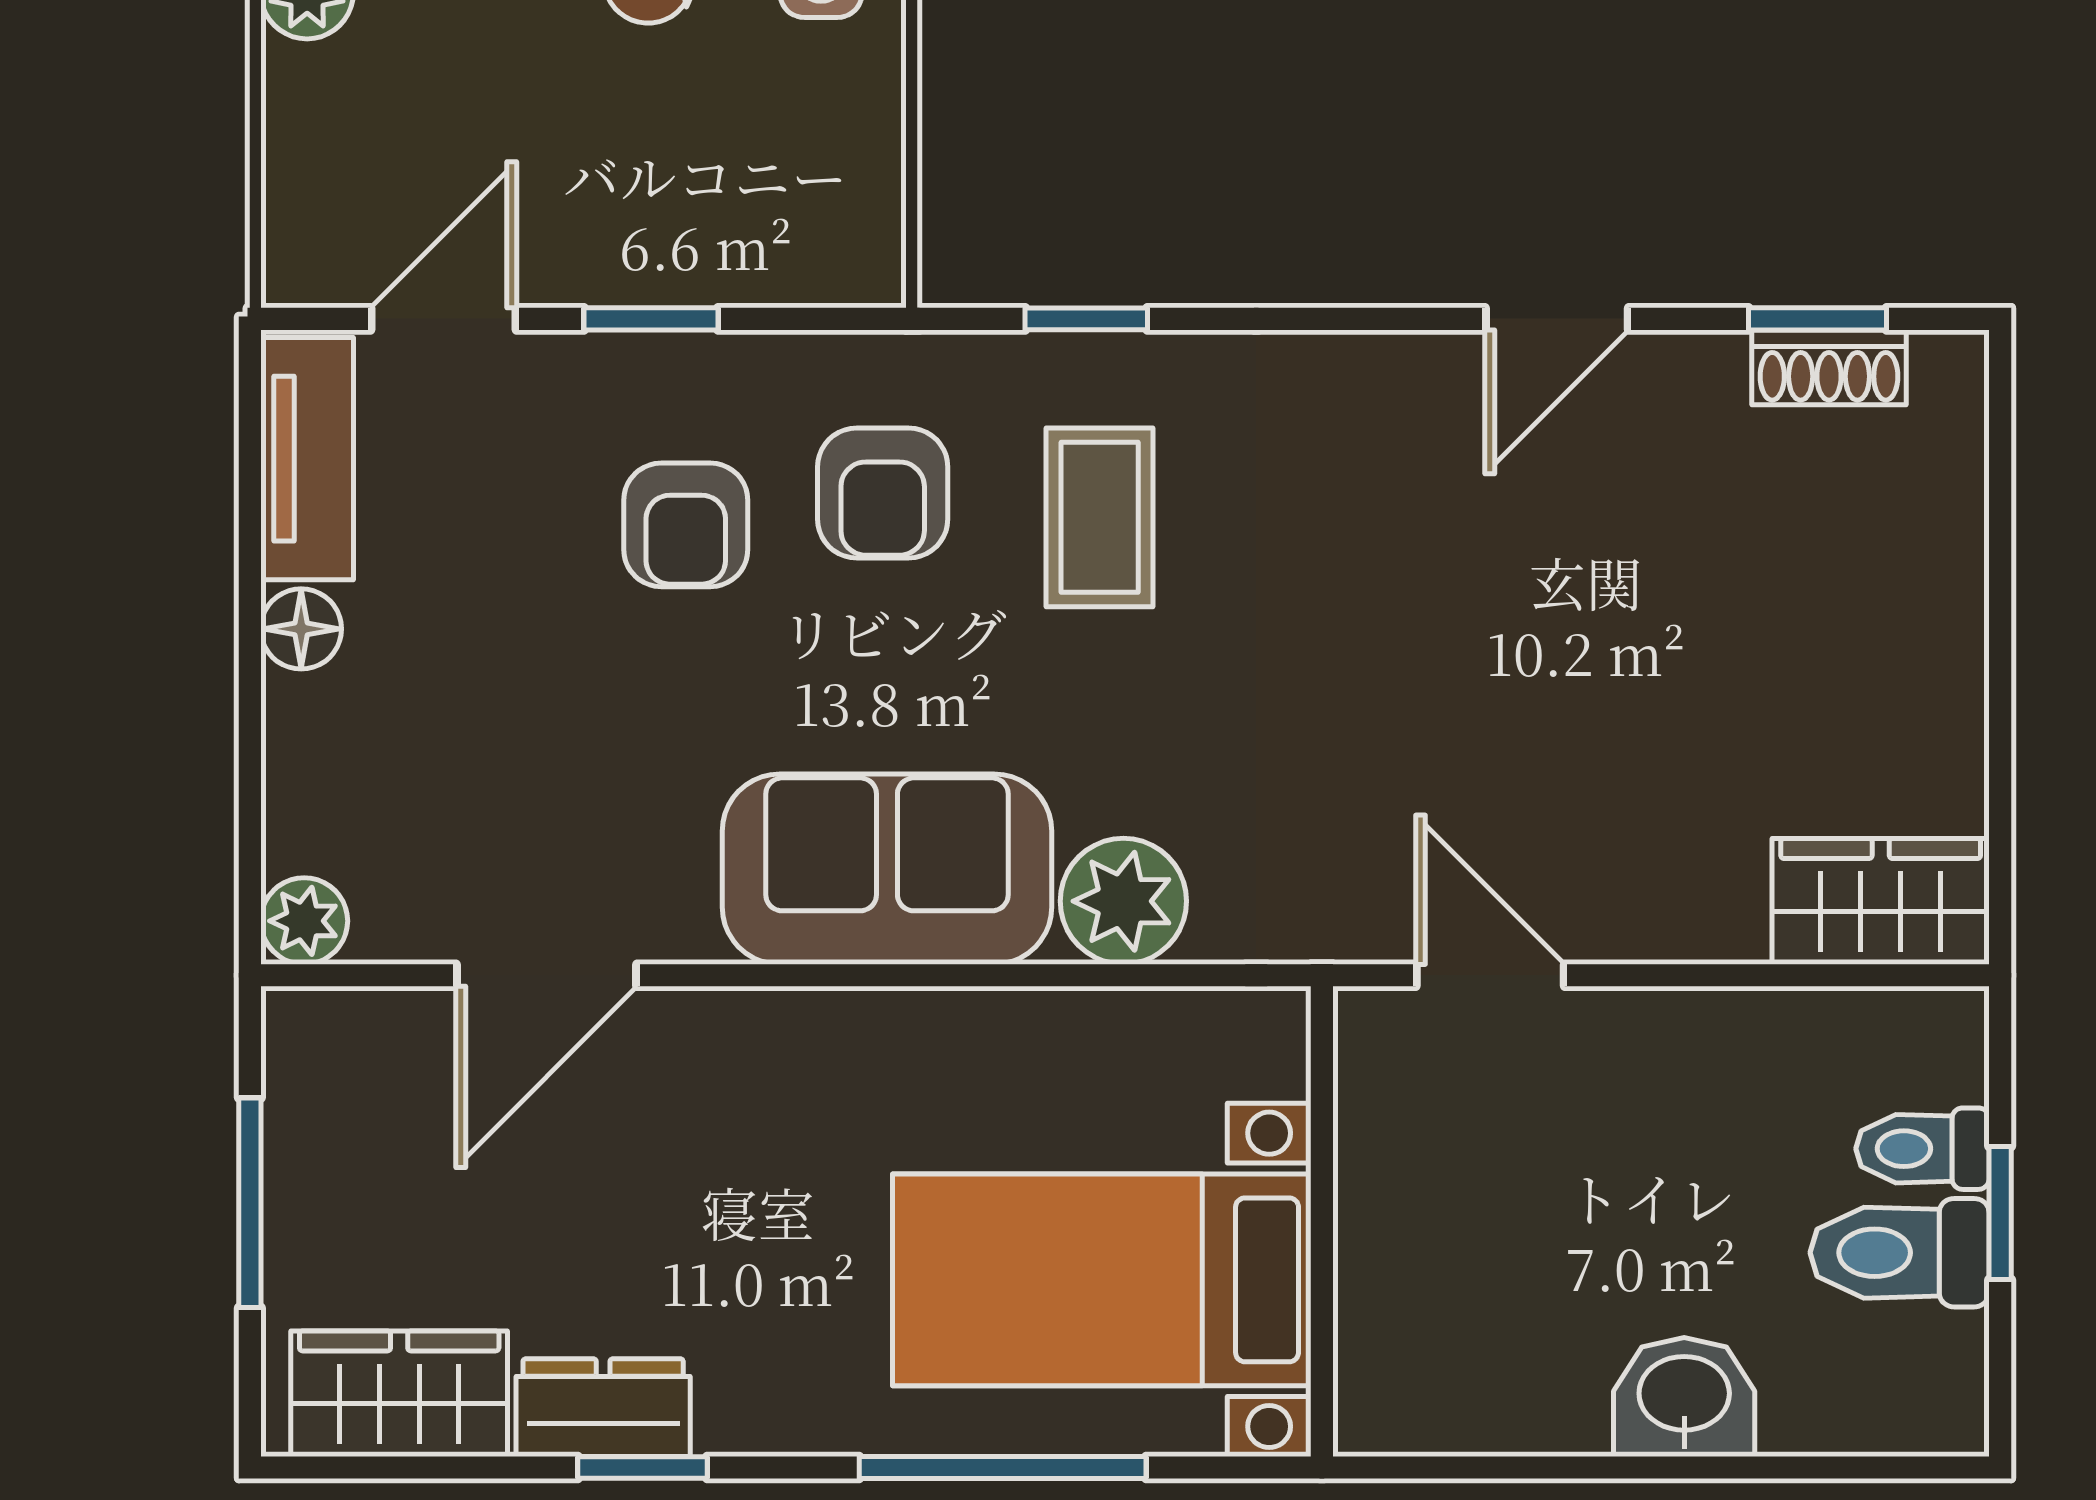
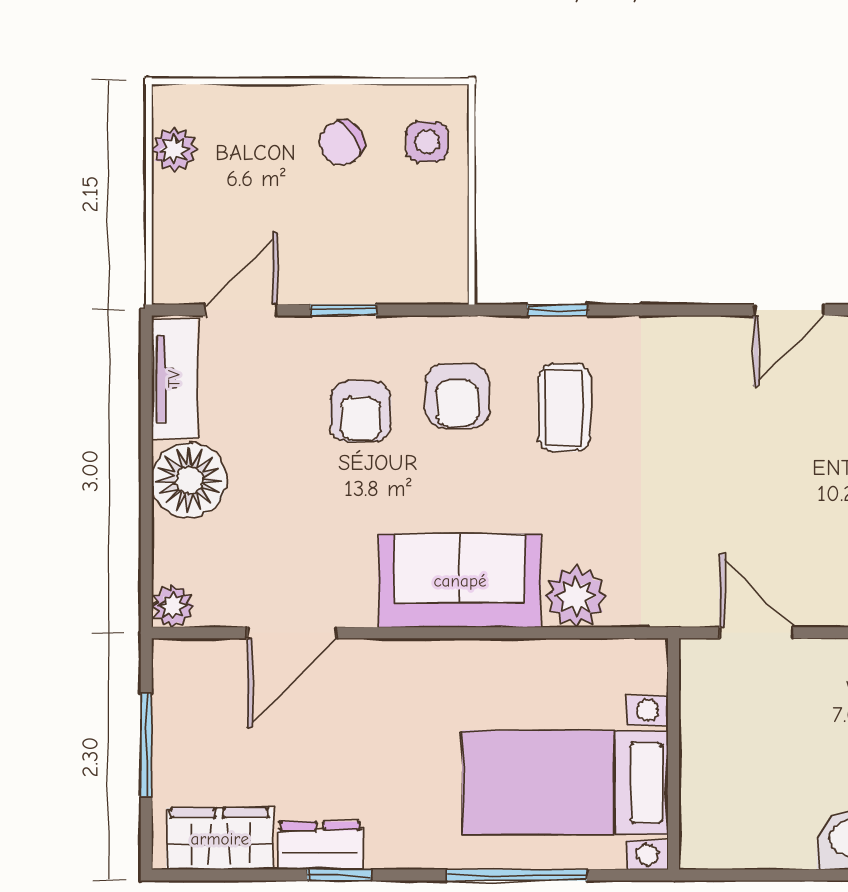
floor lamp: (301, 629) -> (189, 480), width x1.89, depth x1.89

